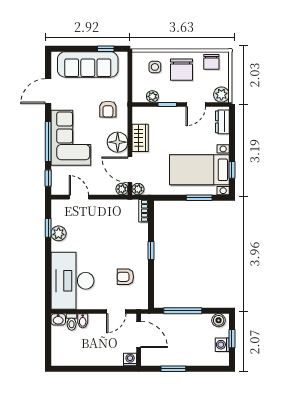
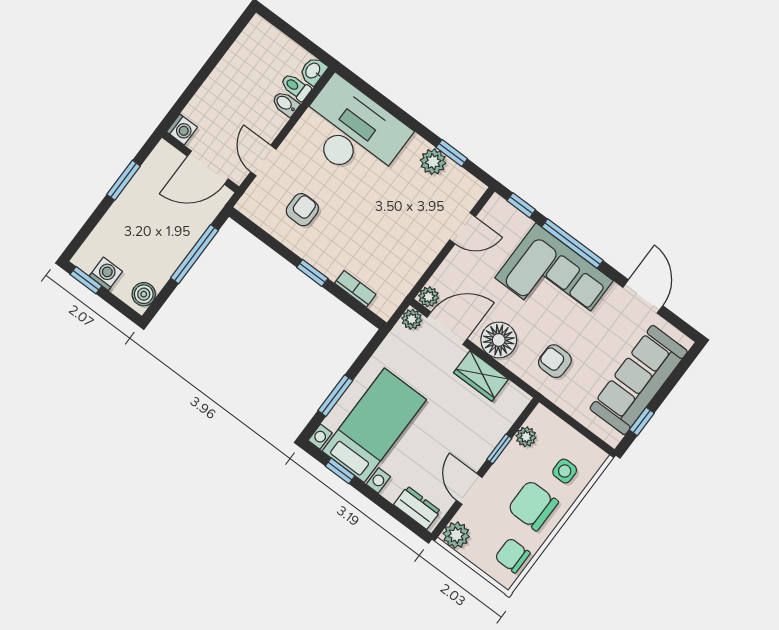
bookcase: (143, 211) -> (355, 289), moved
window: (232, 339) -> (86, 280), moved

